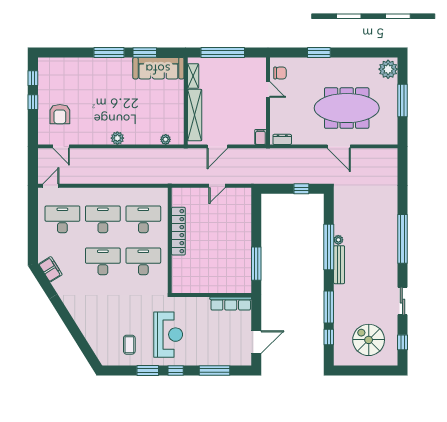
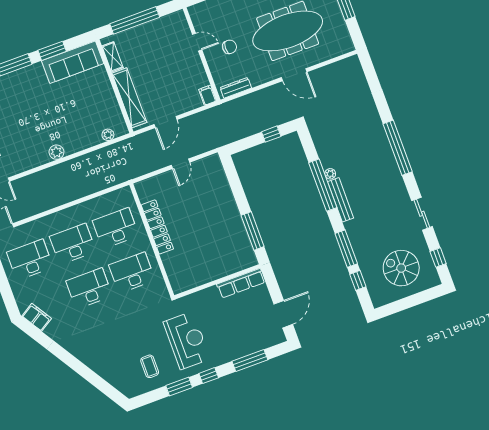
chair: (280, 73) -> (230, 47), moved
dresser: (282, 139) -> (236, 88), width x1.44

